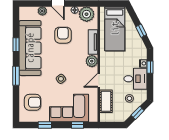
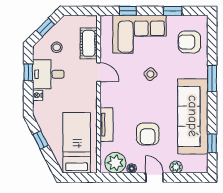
window: (16, 45) -> (212, 143), moved
plant: (92, 61) -> (108, 98), removed
window: (150, 67) -> (28, 72), moved
door: (99, 80) -> (99, 72), hinge flipped

